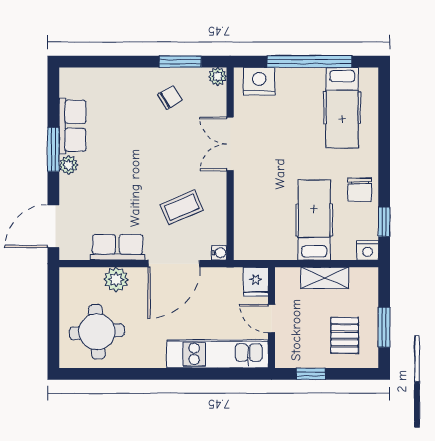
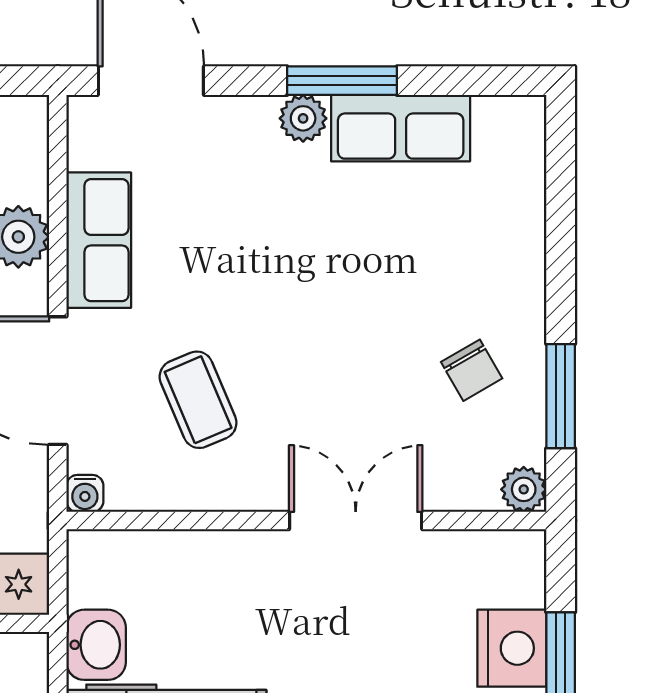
nightstand: (259, 81) -> (512, 648), moved
washbasin: (280, 248) -> (96, 645), added

